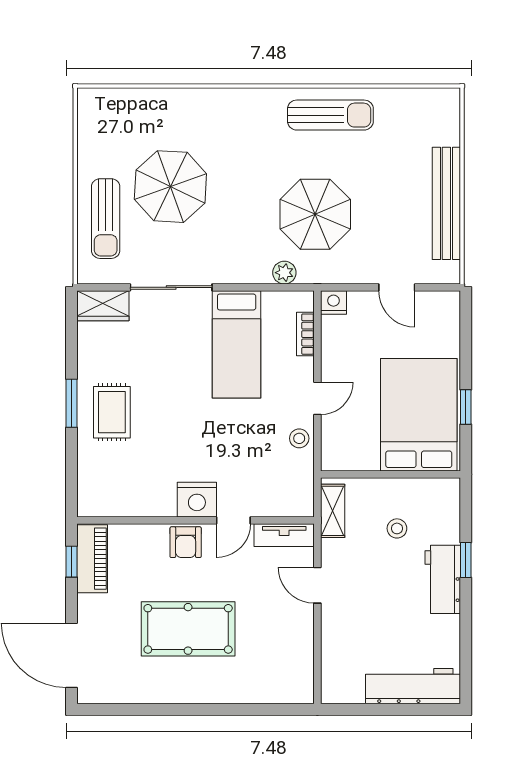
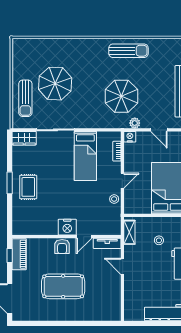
plant: (284, 273) -> (135, 123), moved

